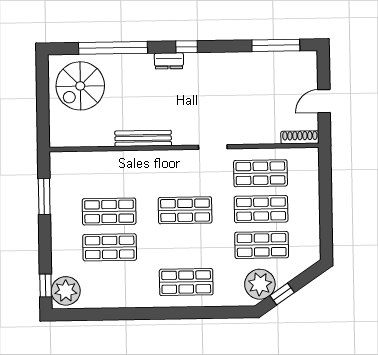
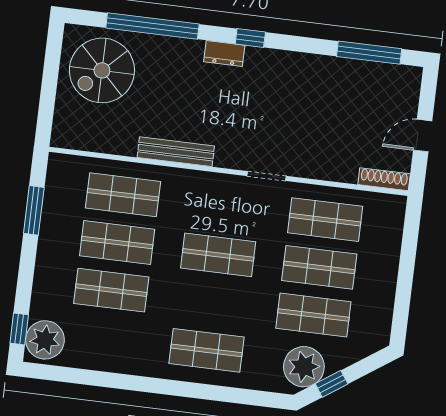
shop shelf: (109, 176) -> (123, 195), added

